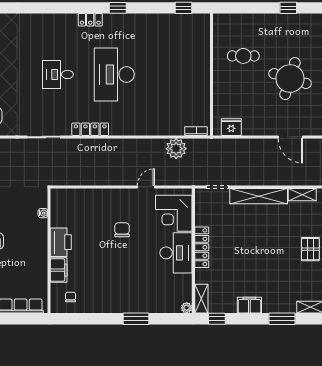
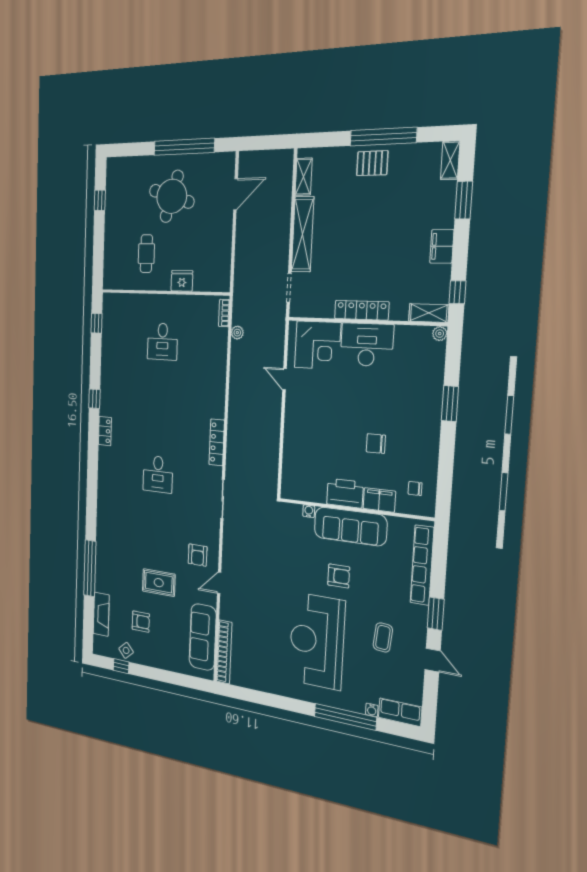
desk: (114, 74) -> (162, 342), moved, width x0.53, depth x0.77
fridge: (231, 127) -> (182, 281), moved, turned 90
plant: (176, 149) -> (237, 333), width x0.53, depth x0.53
chair: (122, 230) -> (376, 444), moved
sofa: (35, 248) -> (350, 526), added

